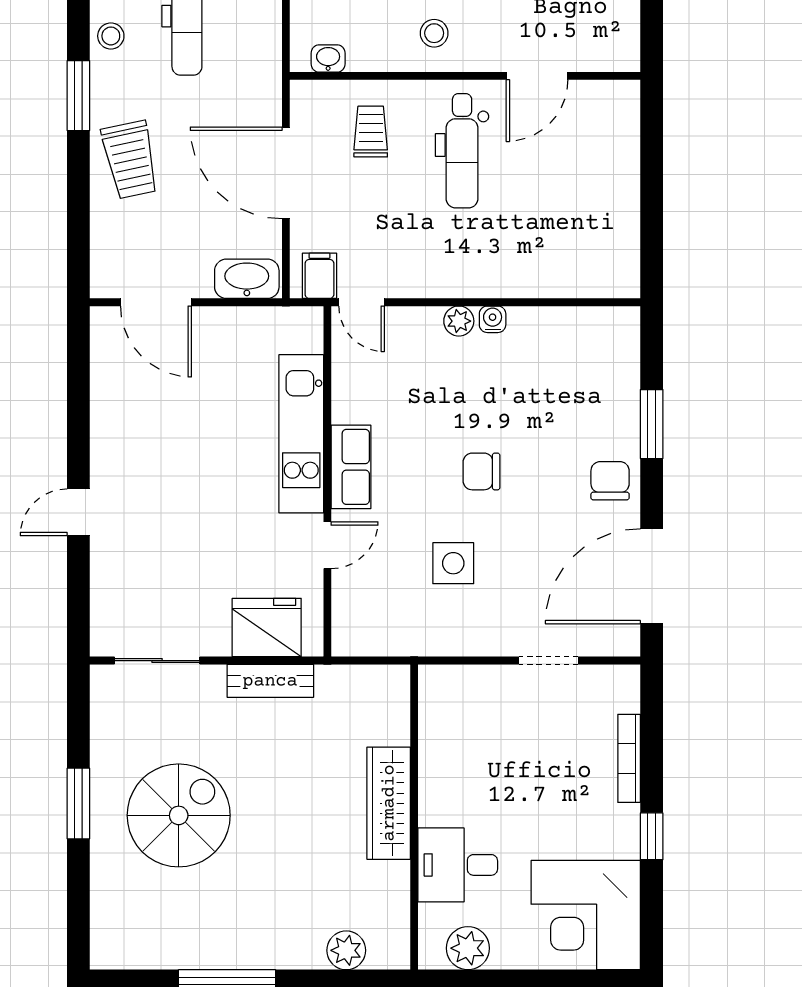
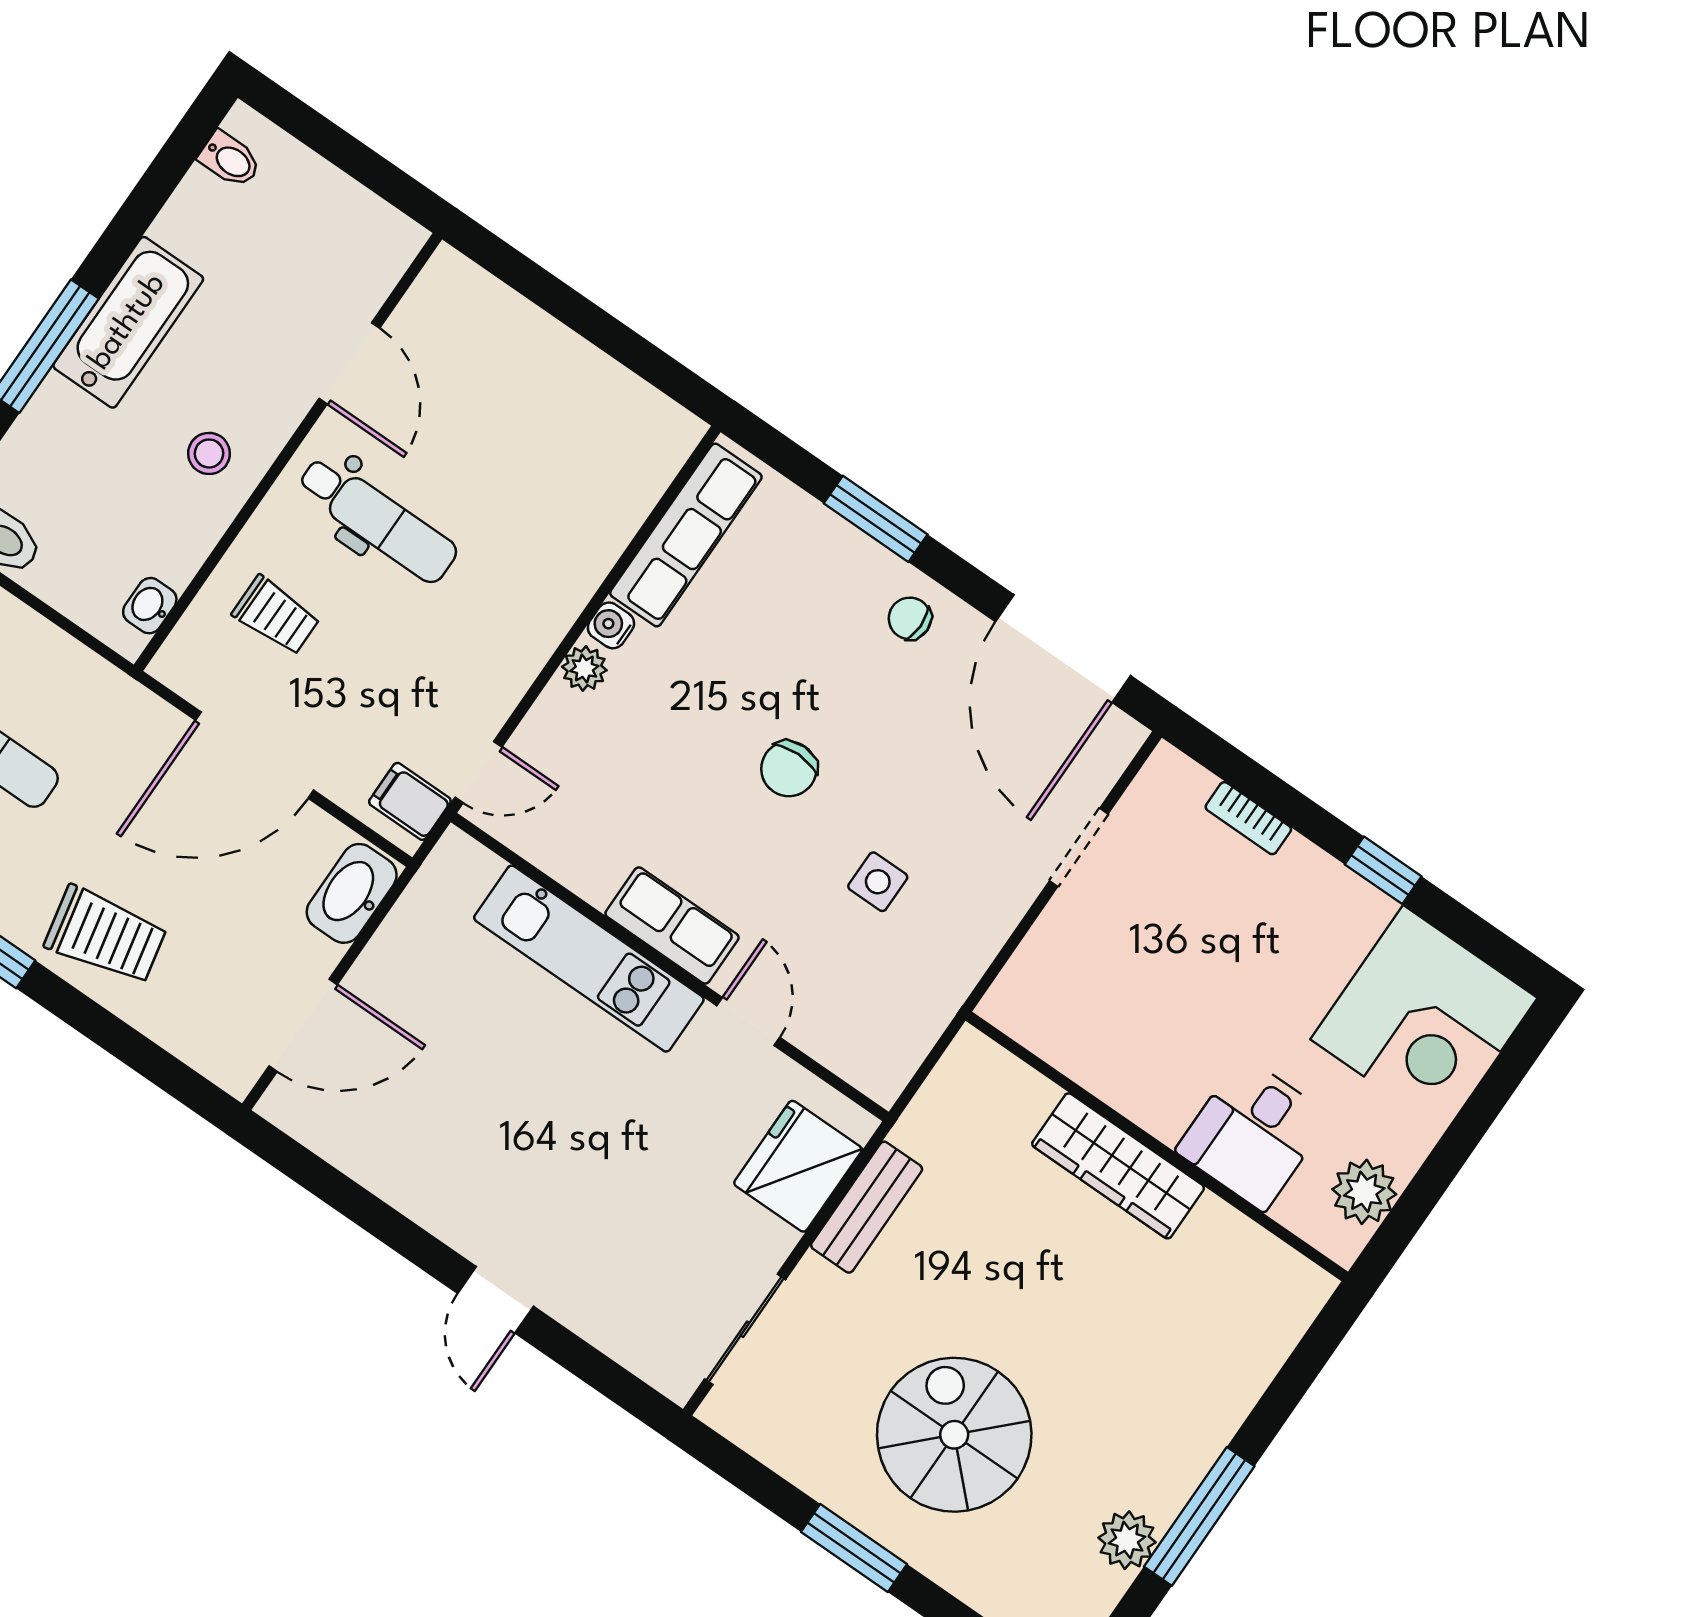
trolley: (371, 132) -> (276, 615), turned 180
row of seats: (571, 326) -> (686, 535), added
chair: (610, 481) -> (910, 618), width x0.73, depth x0.73
side table: (453, 563) -> (878, 882), width x0.73, depth x0.73
bookcase: (629, 758) -> (1248, 818), width x0.64
plant: (346, 950) -> (1127, 1540), moved

